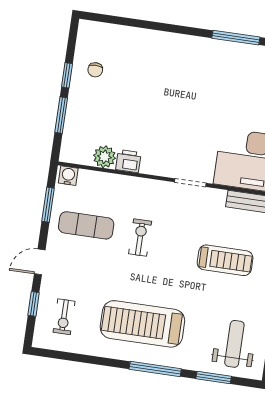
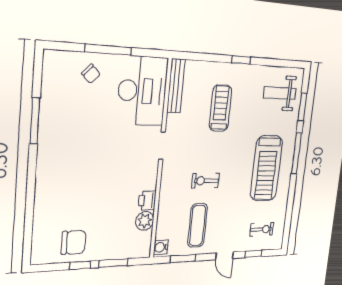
chair: (95, 70) -> (74, 242), width x1.87, depth x1.87

